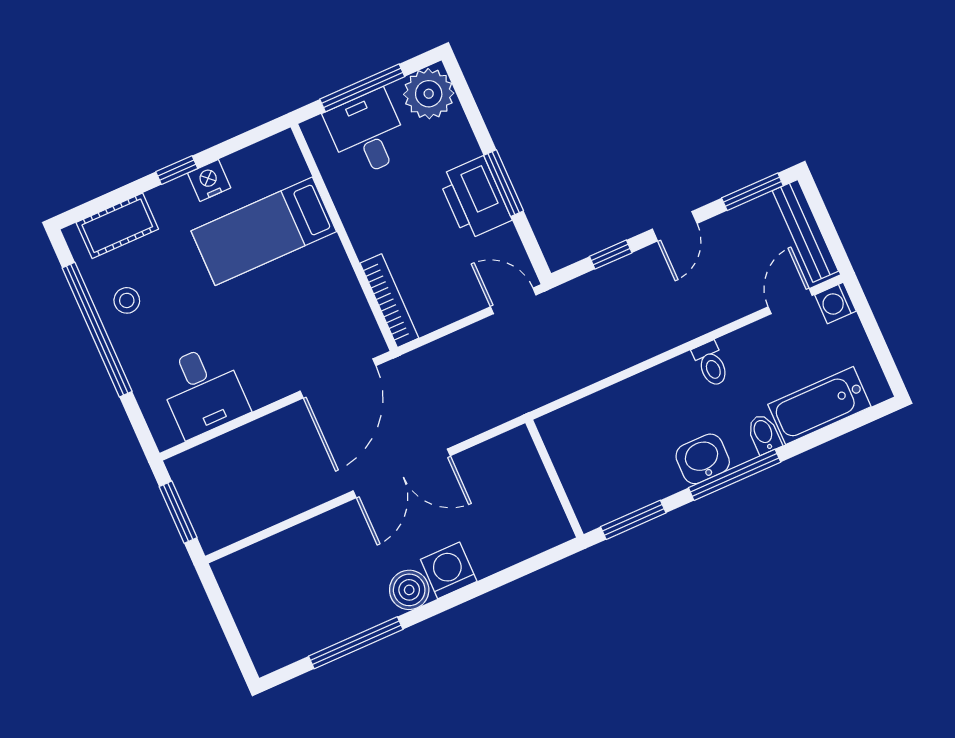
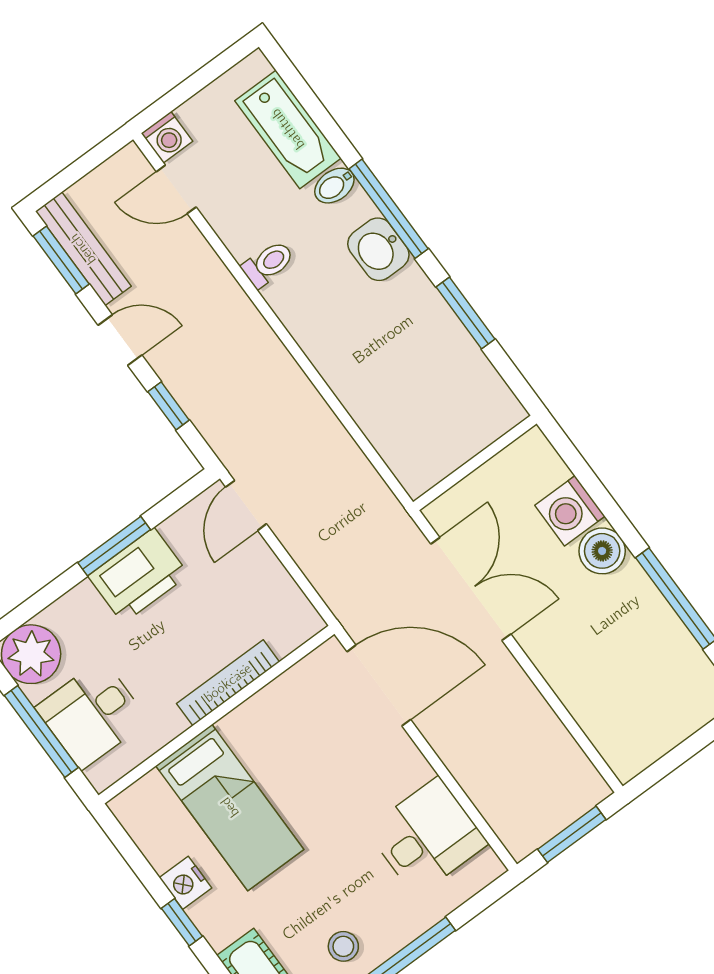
bench: (805, 231) -> (83, 249), moved, turned 90
bookcase: (389, 301) -> (228, 683), moved
wall: (555, 479) -> (475, 463), moved

